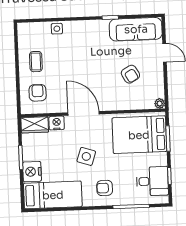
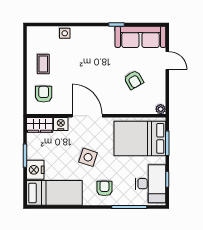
desk: (152, 181) -> (151, 184), width x1.37
armchair: (105, 188) -> (104, 188), turned 90

